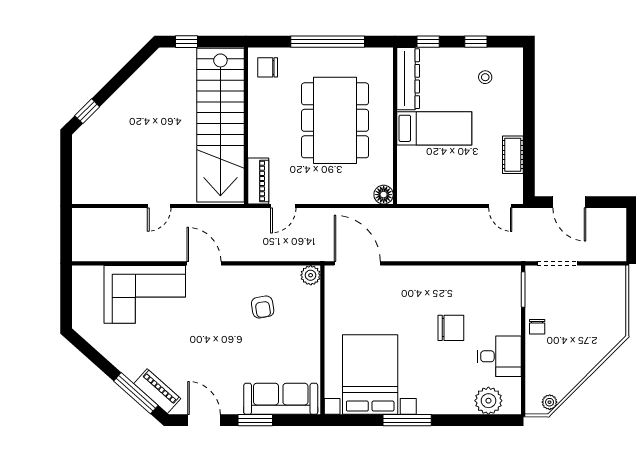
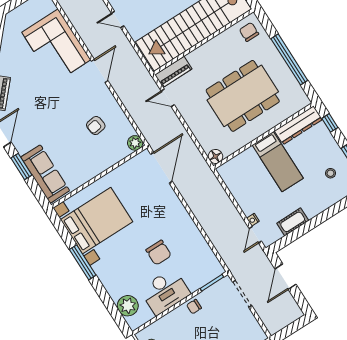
nightstand: (482, 198) -> (253, 220), added
desk: (499, 356) -> (165, 292), width x1.37

